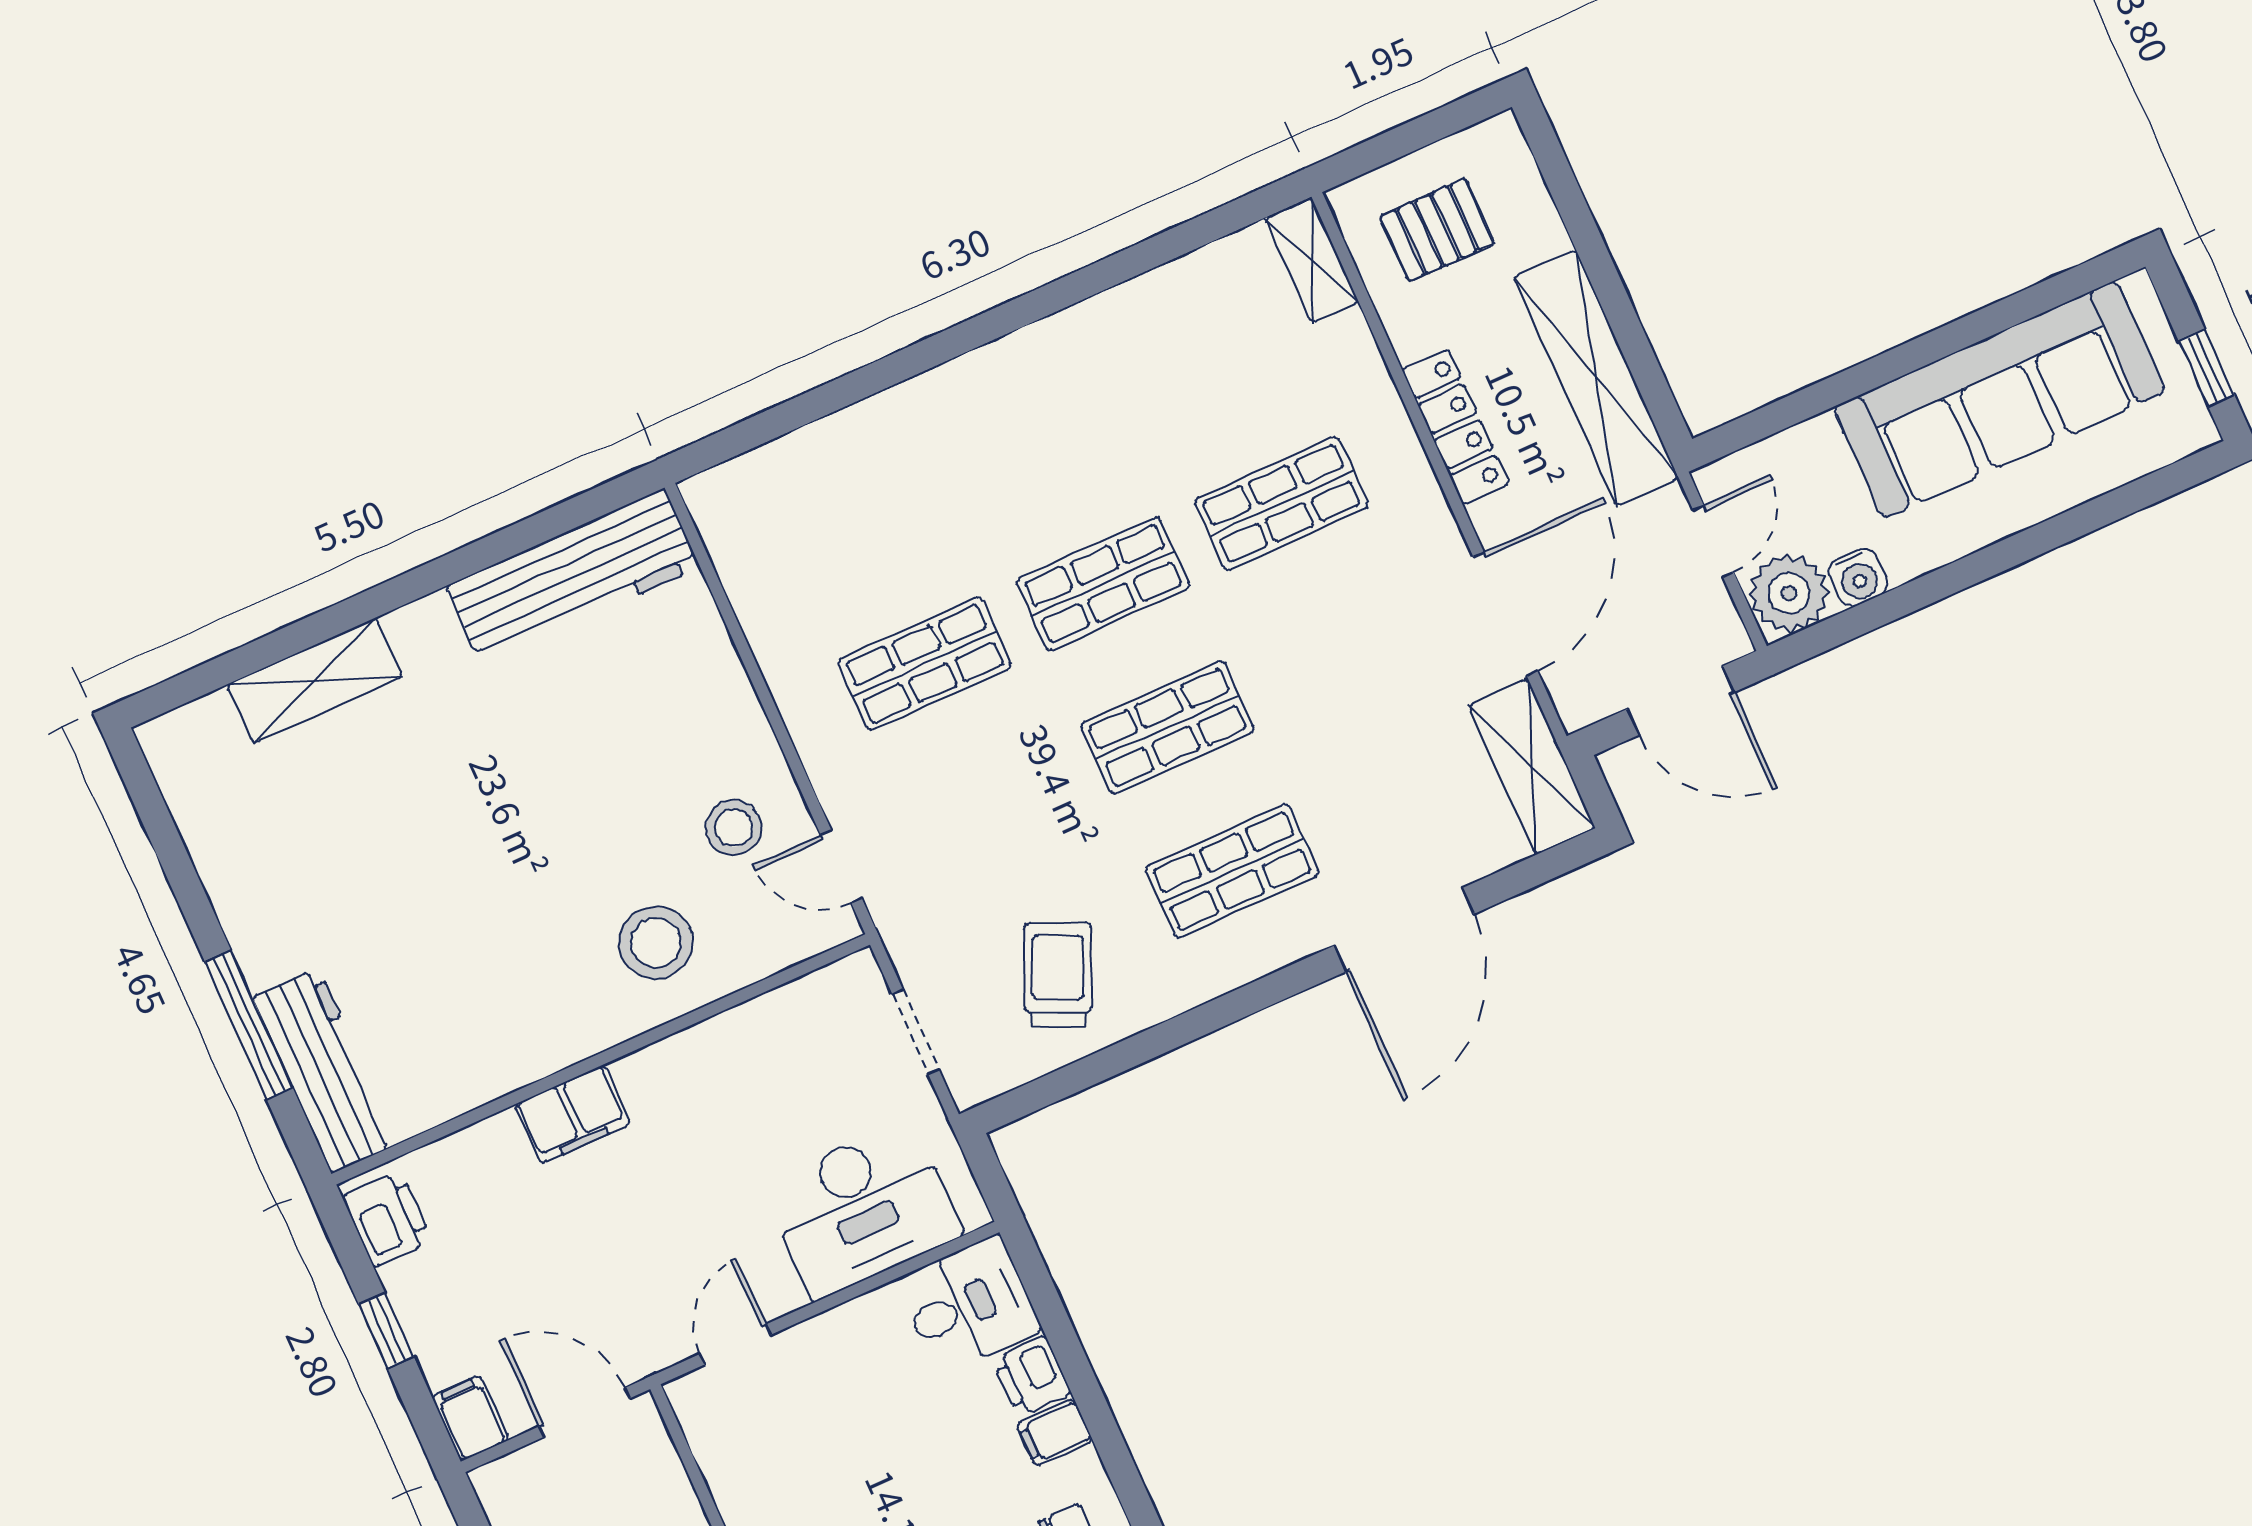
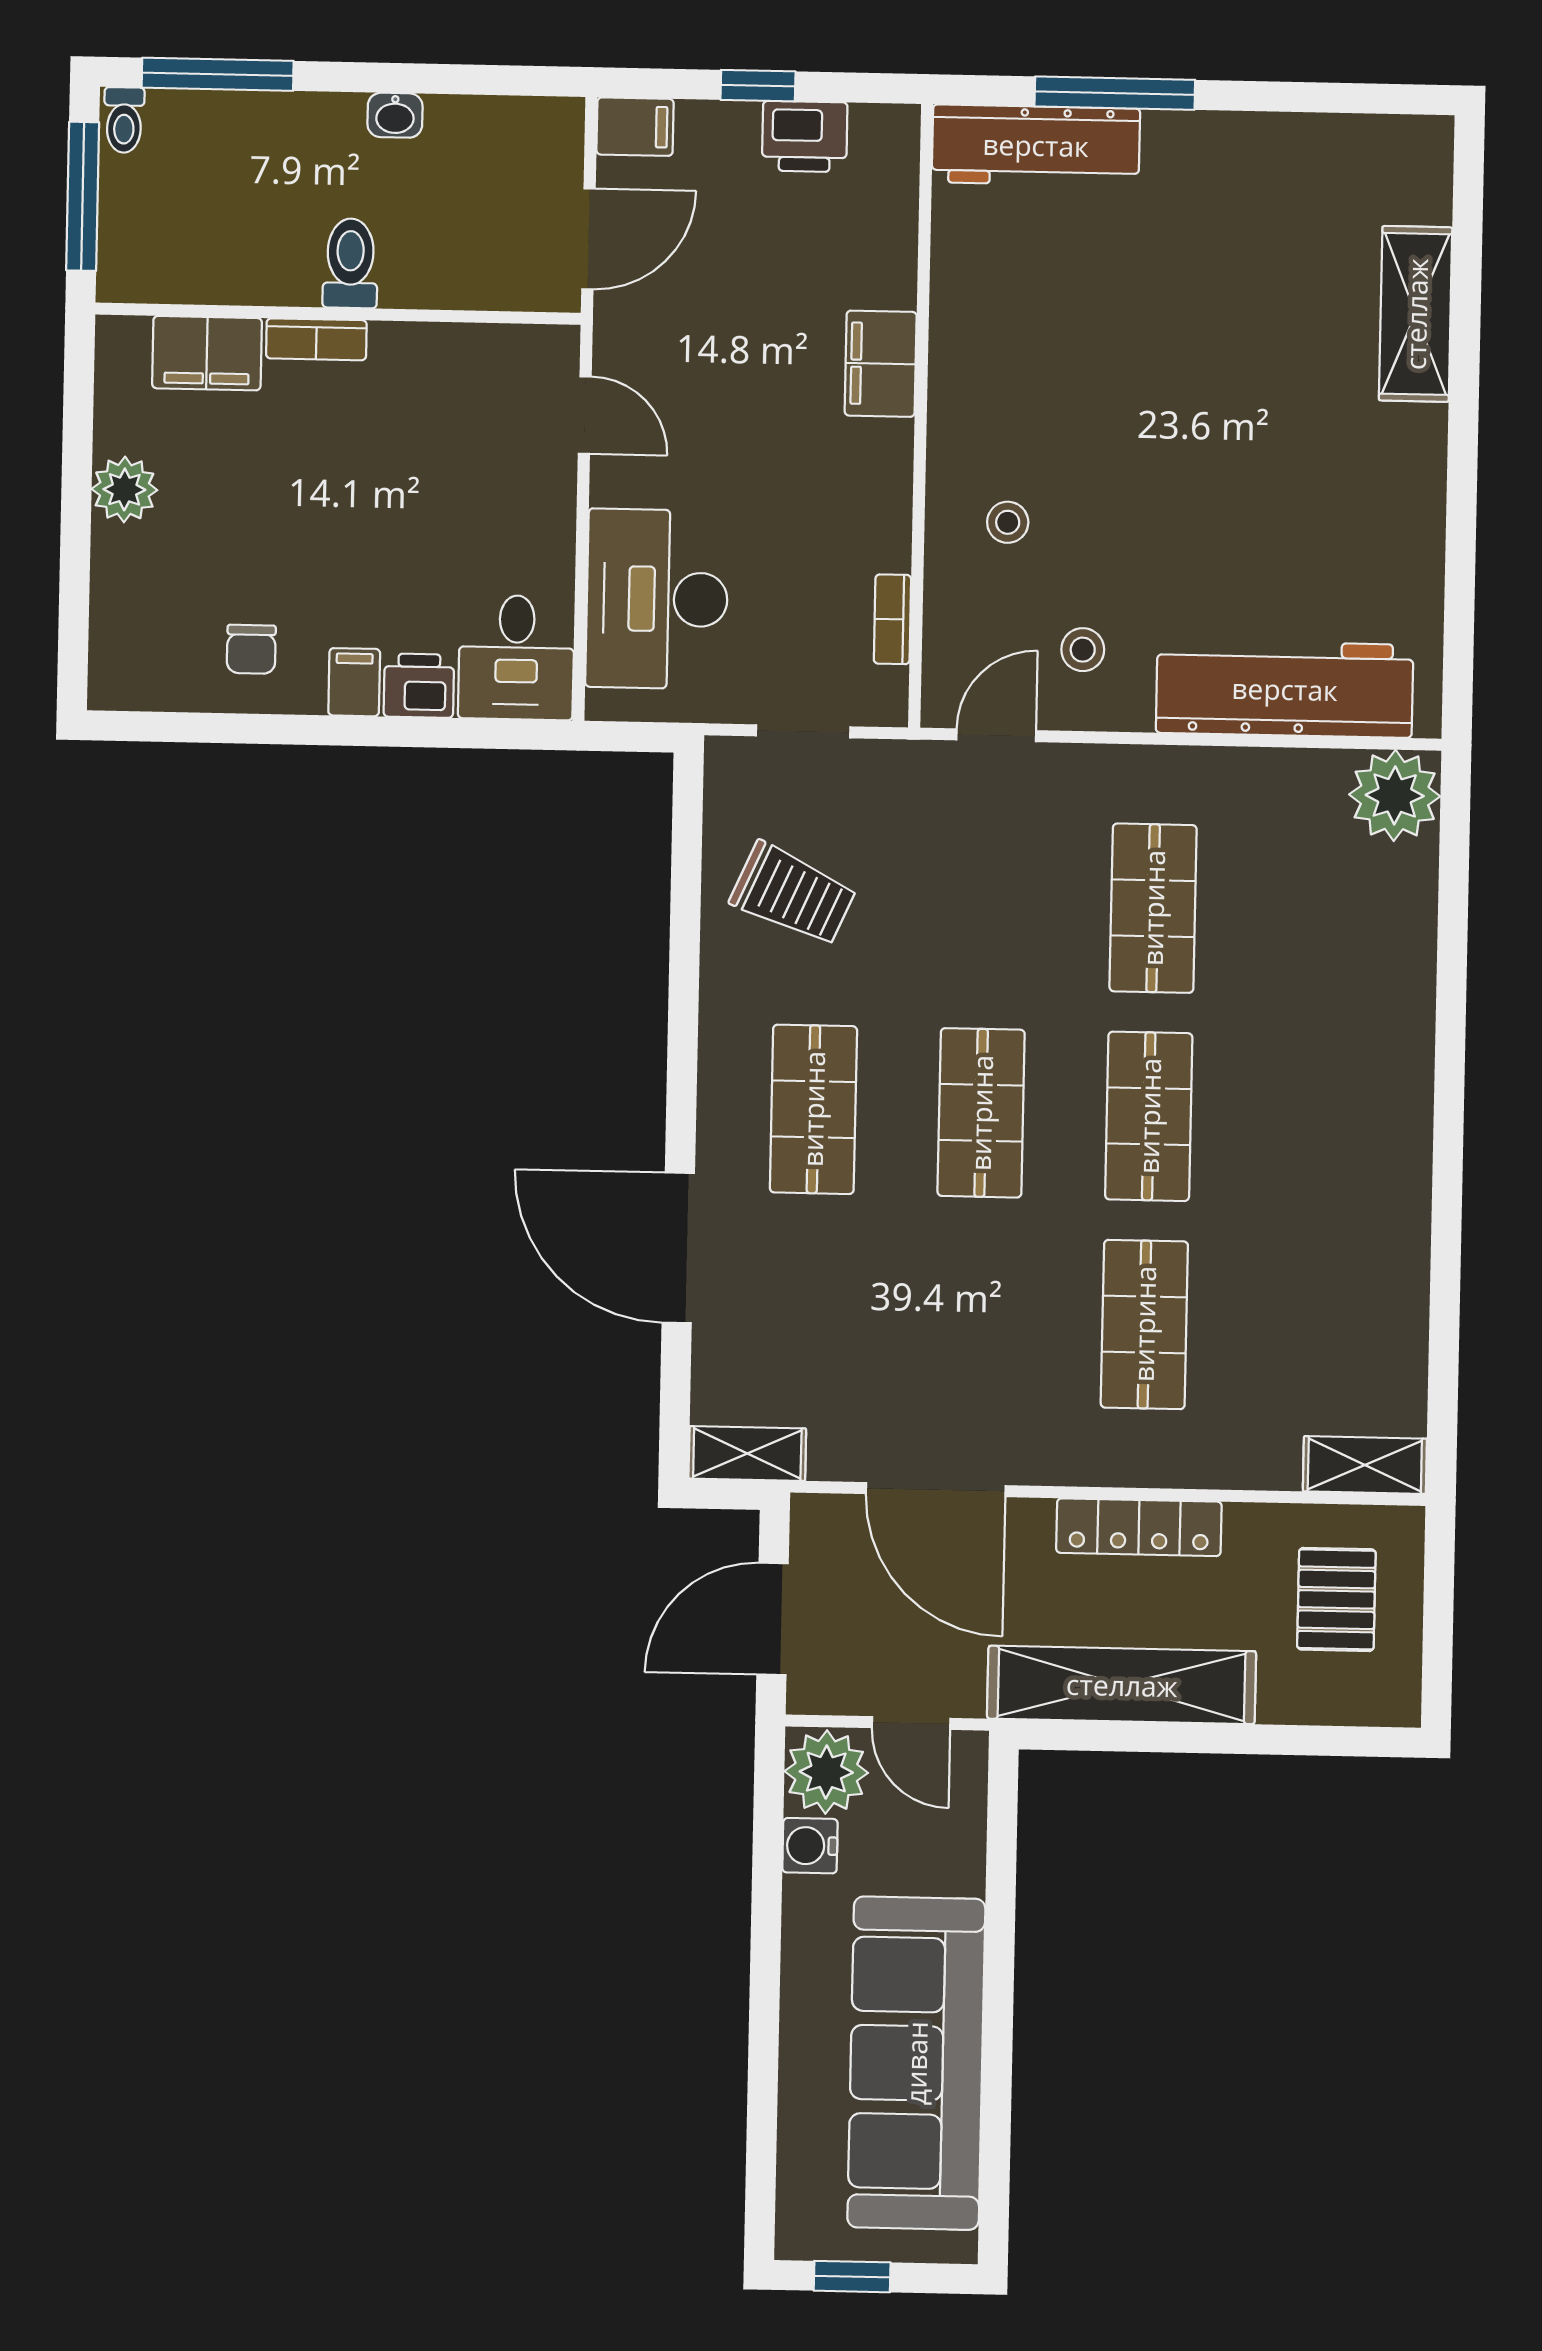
plant: (732, 504) -> (1395, 795), added
workbench: (573, 577) -> (1285, 689), moved, turned 90
shelving: (1532, 767) -> (747, 1453), width x0.67, depth x0.75
stool: (734, 828) -> (1083, 650), width x0.73, depth x0.73
stool: (656, 943) -> (1008, 522), width x0.53, depth x0.53
bookcase: (785, 1001) -> (892, 619), added
printer: (387, 1219) -> (805, 136), moved

